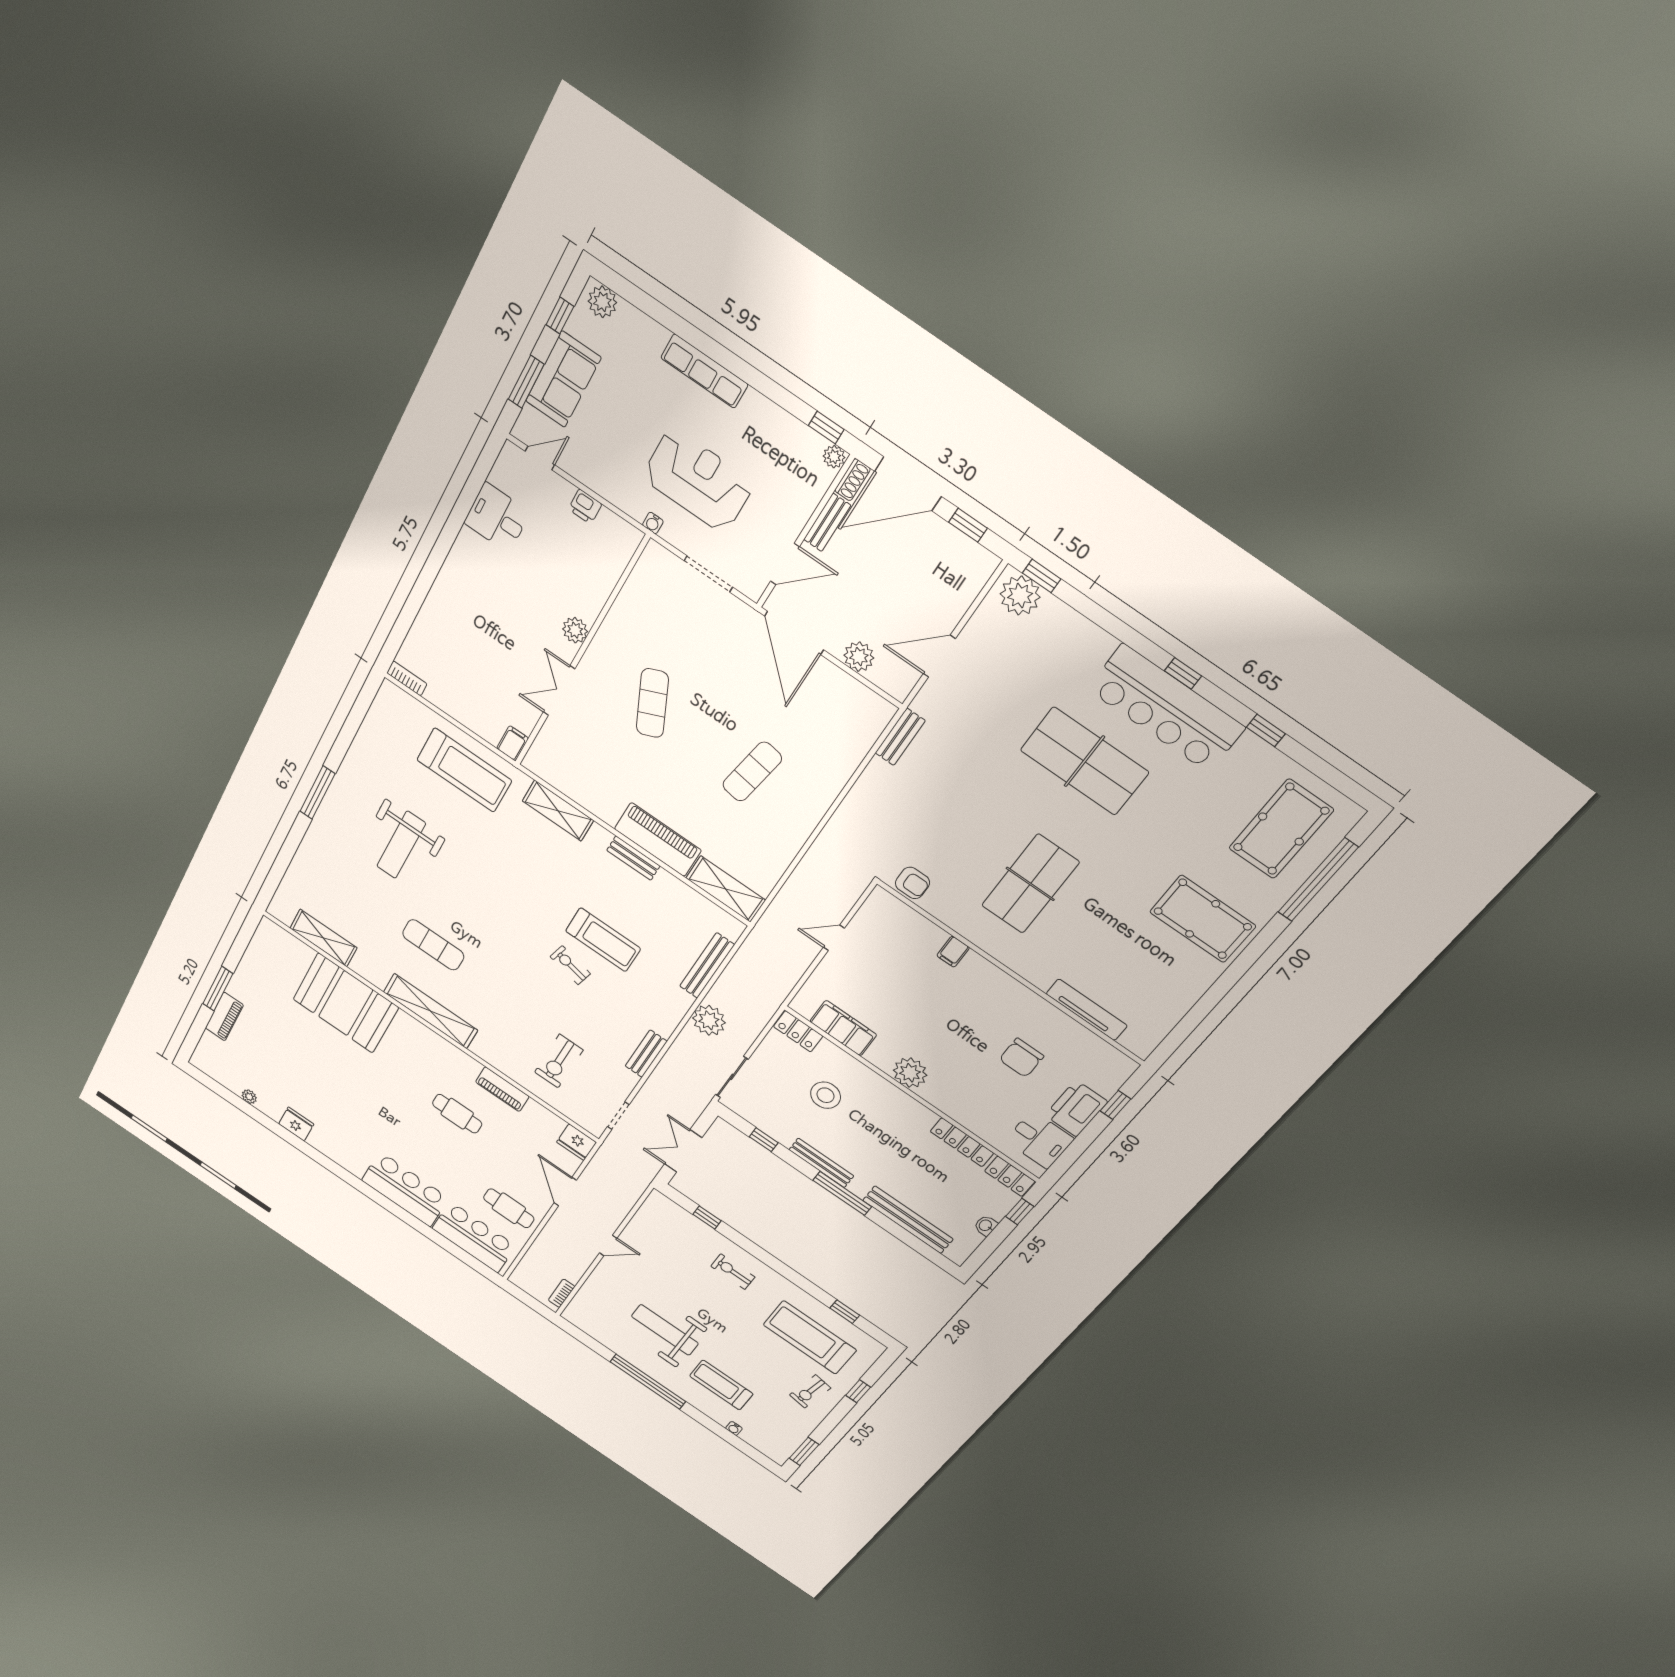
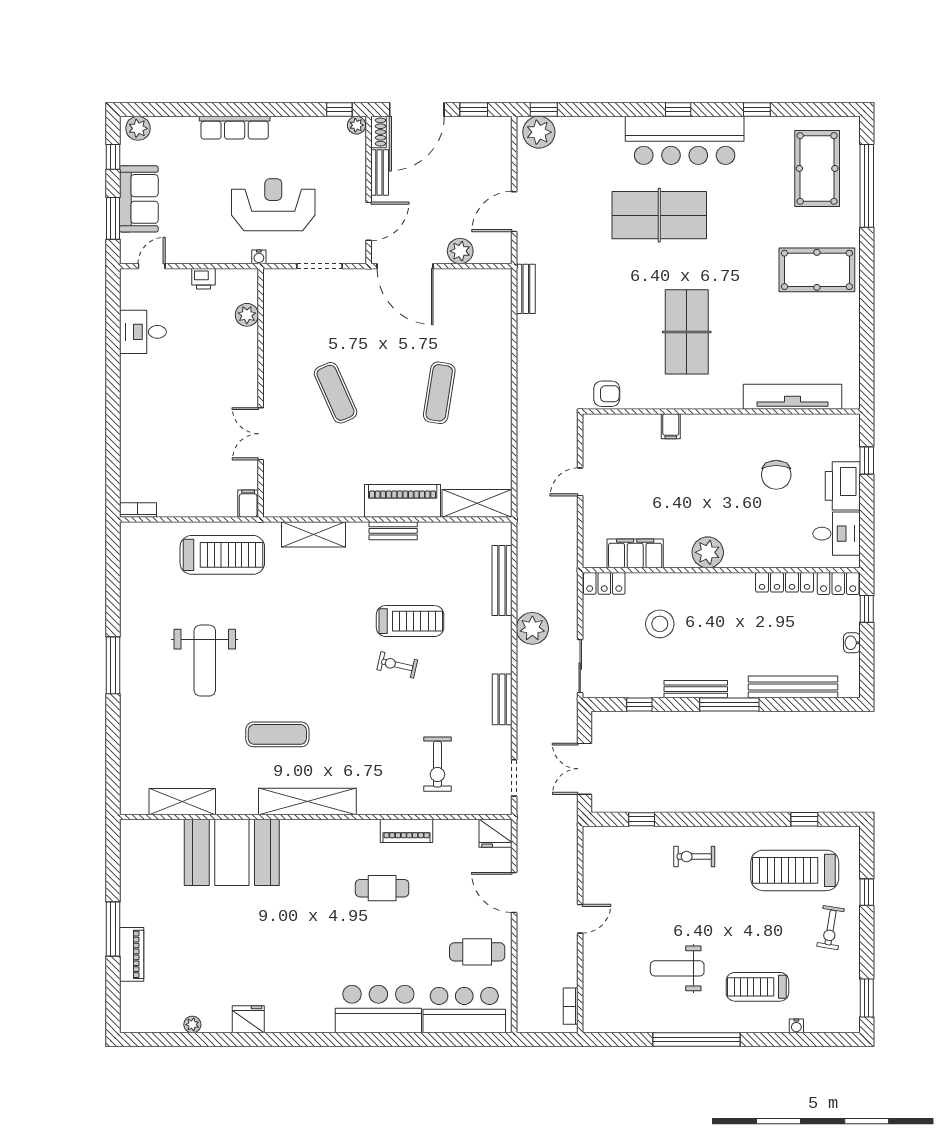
plant: (575, 630) -> (247, 315), moved
tv unit: (1087, 1010) -> (793, 397), width x1.36, depth x1.29
weight bench: (665, 1330) -> (677, 968), width x0.73, depth x0.75

